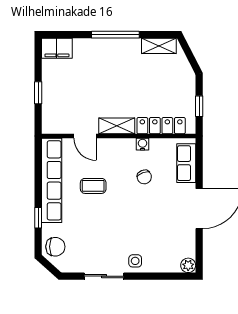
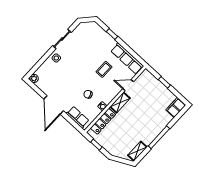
row of seats: (52, 180) -> (127, 59), width x0.73
chair: (55, 247) -> (93, 30), removed

